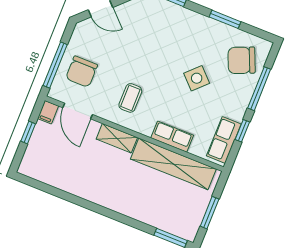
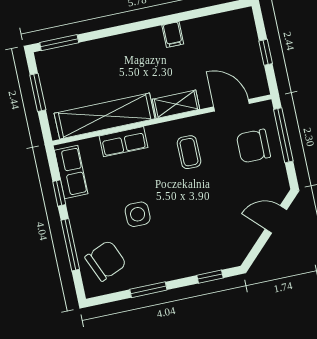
chair: (82, 72) -> (253, 146), turned -90
side table: (197, 78) -> (138, 214), turned 45
filing cabinet: (48, 112) -> (173, 35), moved, turned 180

